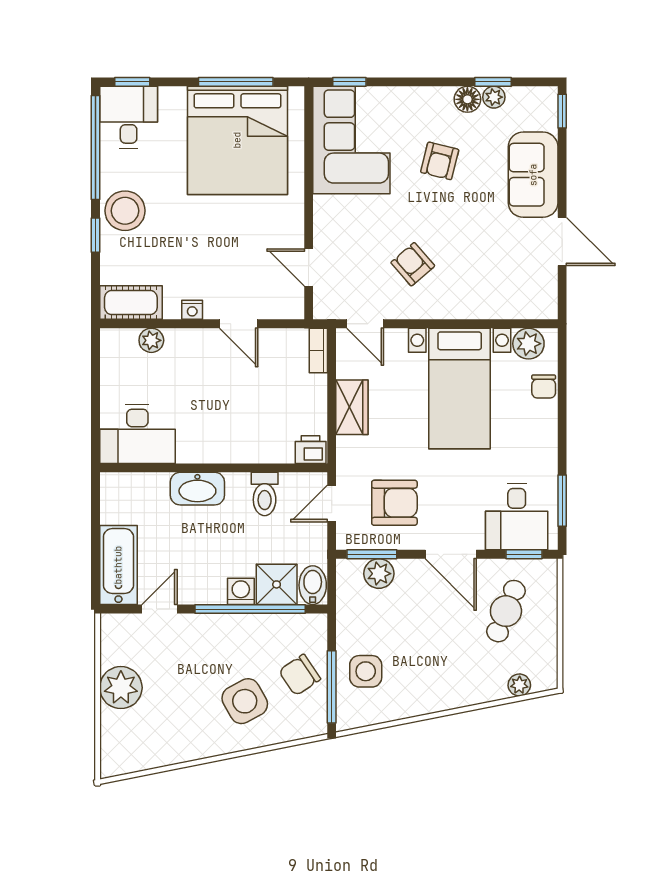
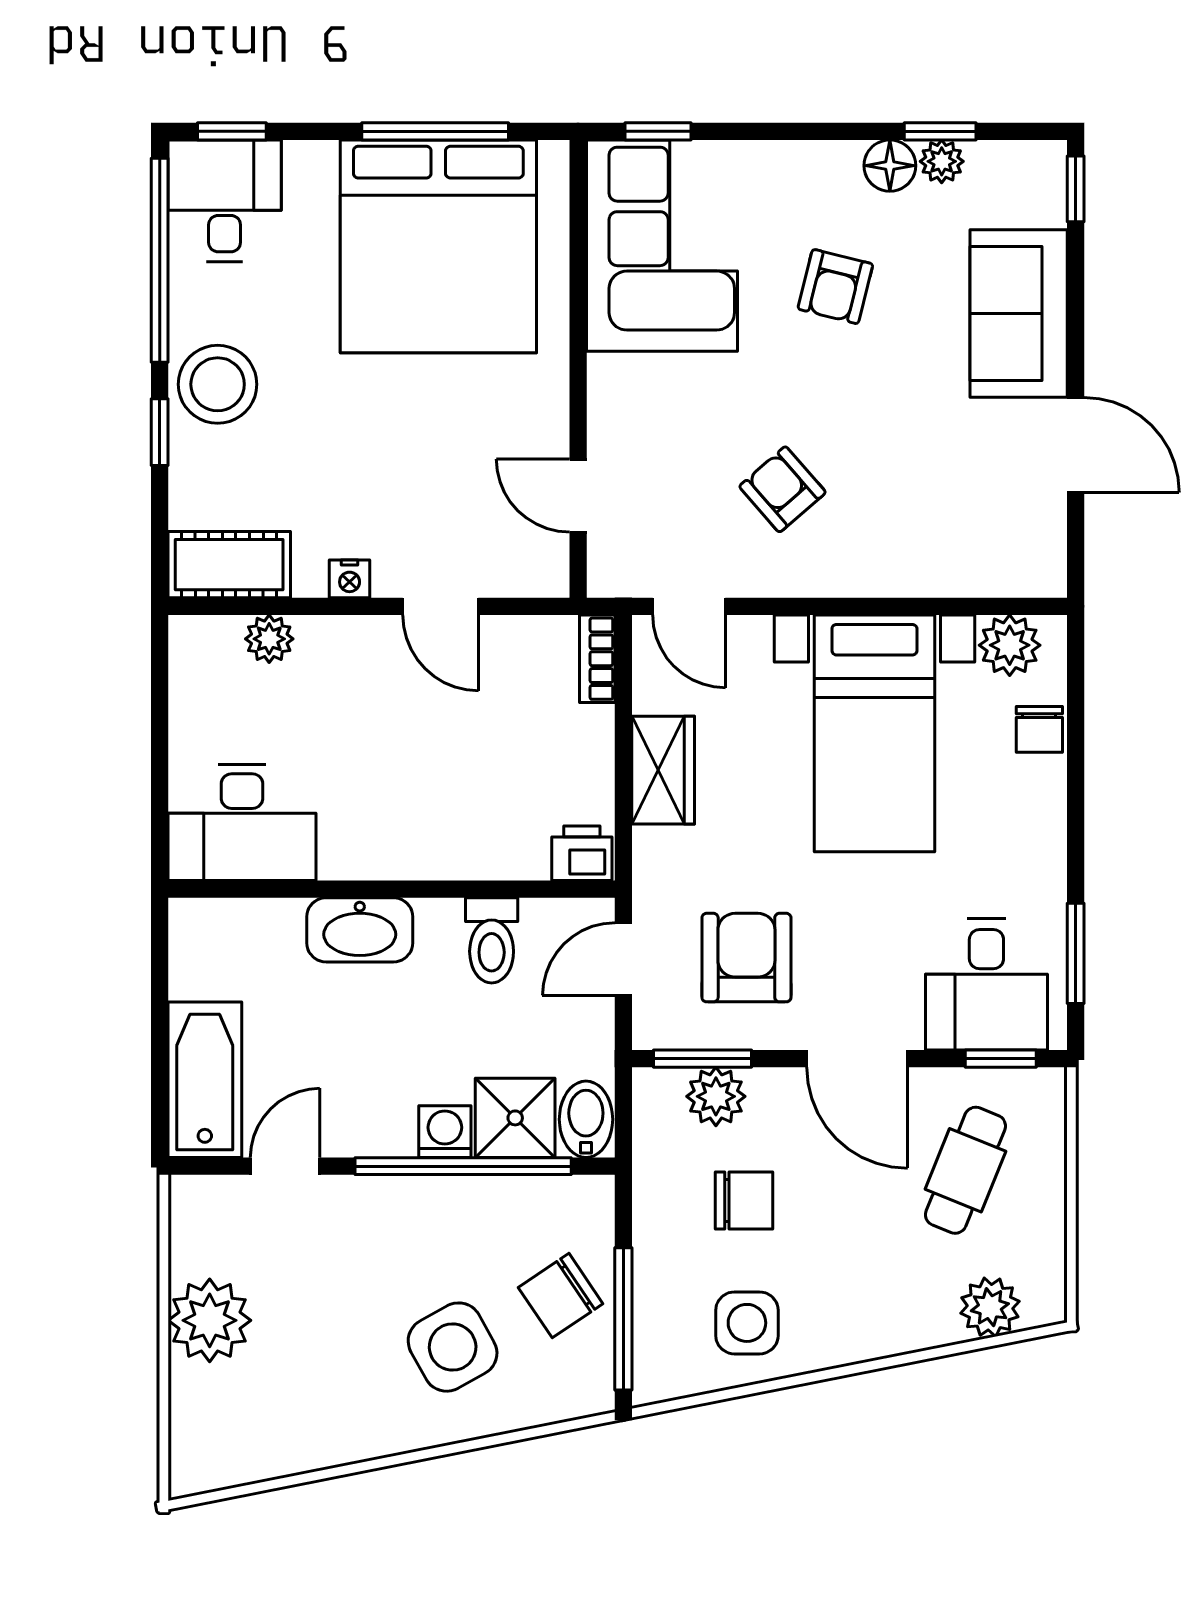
armchair: (394, 503) -> (746, 958), turned -90
chair: (393, 627) -> (744, 1201), added
side table: (366, 671) -> (747, 1323), moved
plant: (519, 685) -> (990, 1307), width x1.38, depth x1.38

